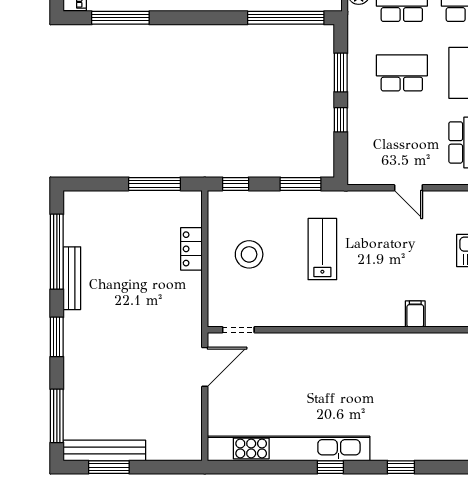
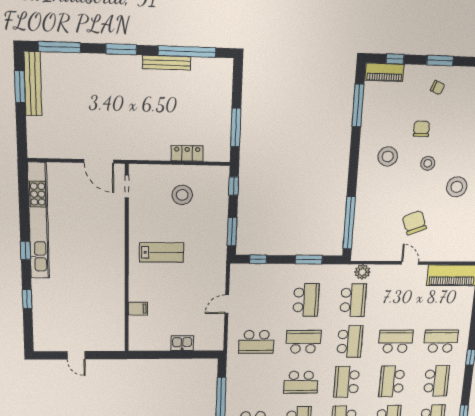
window: (341, 120) -> (258, 259), moved
lab bench: (322, 249) -> (162, 252), moved

